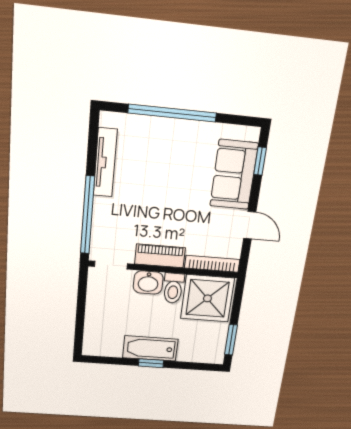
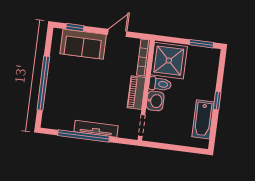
tv unit: (105, 163) -> (96, 129), moved
window: (87, 215) -> (83, 136), moved
bathtub: (150, 348) -> (203, 119), moved

